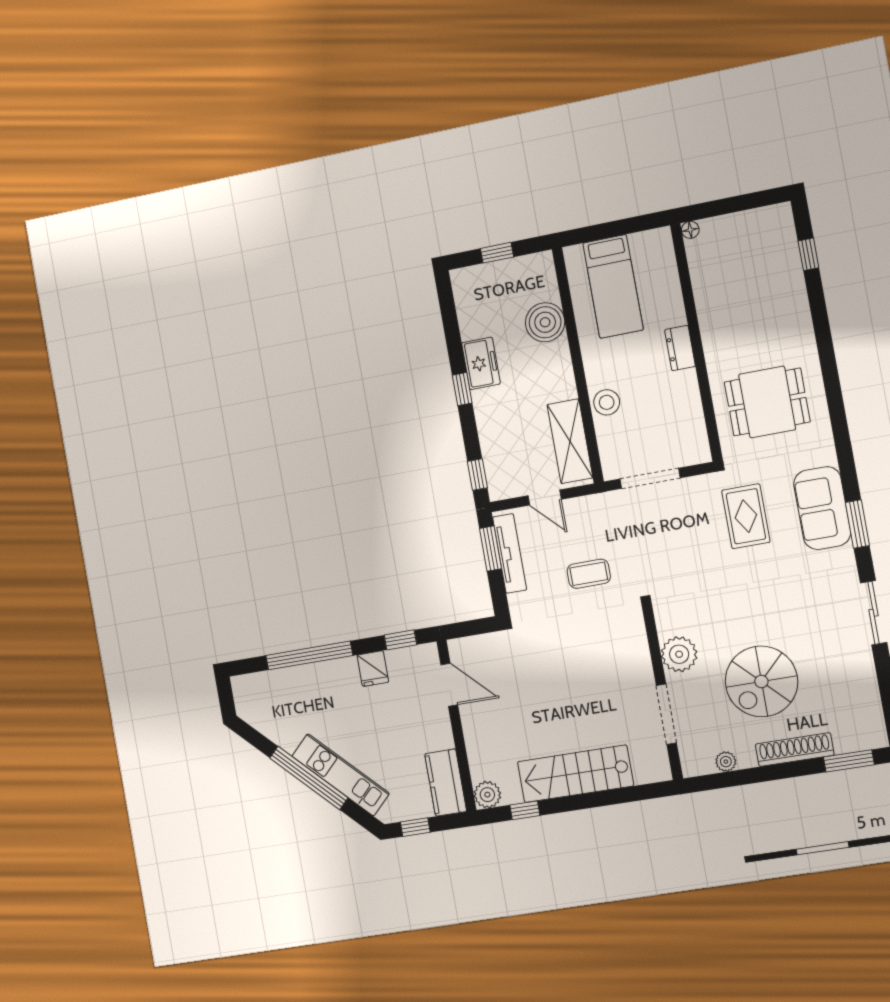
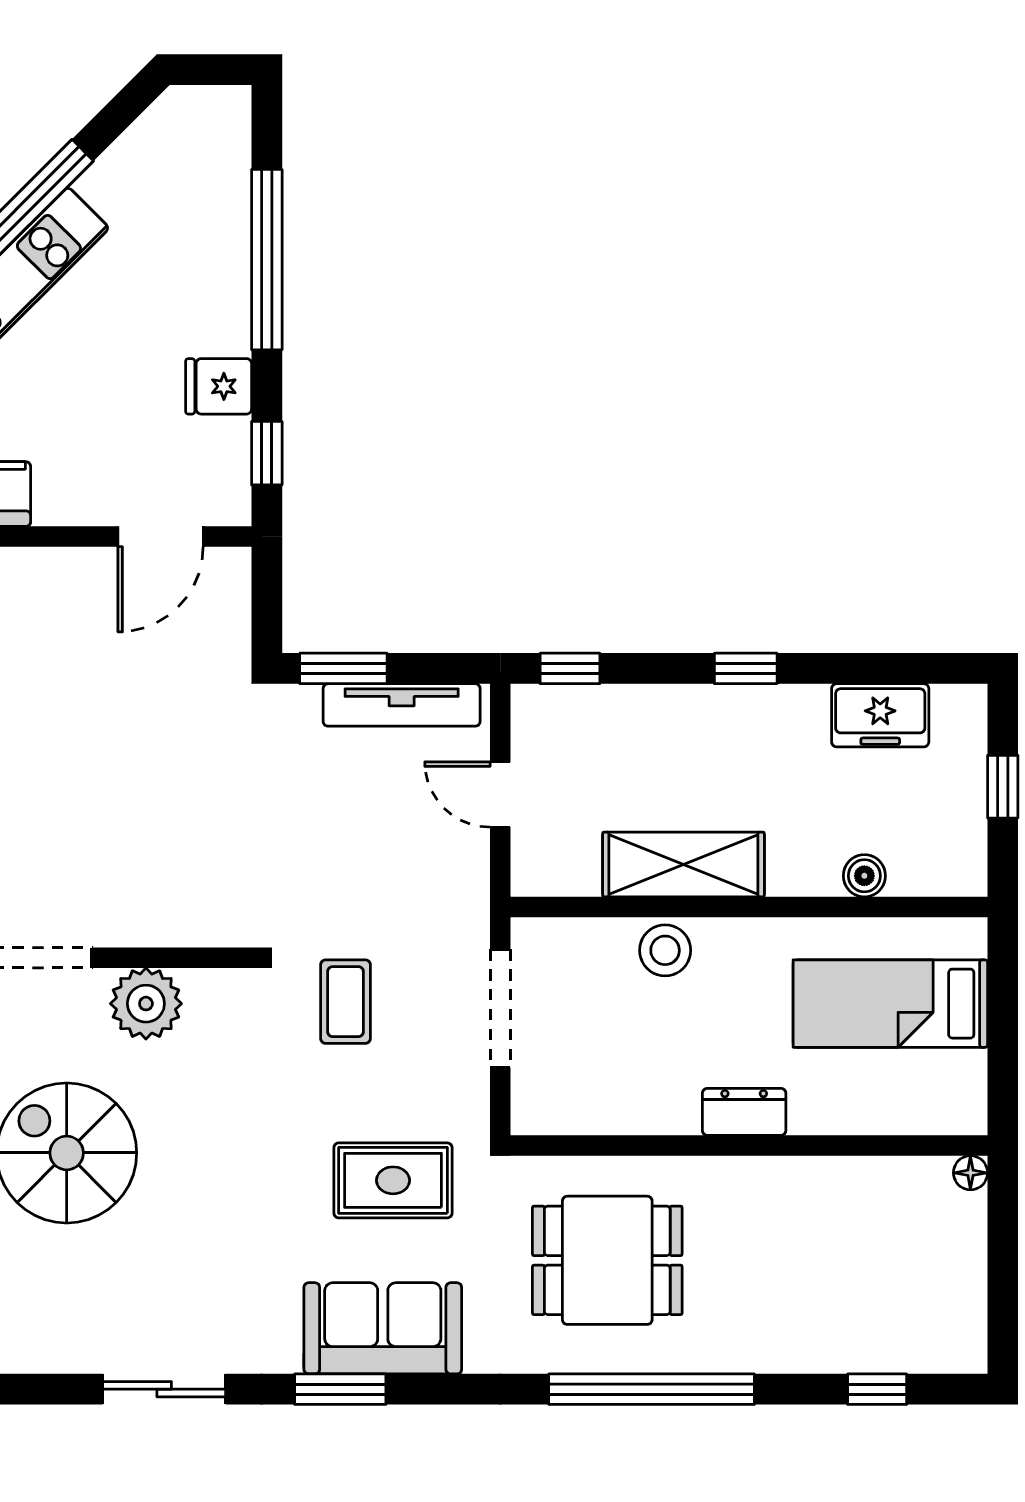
boiler: (545, 322) -> (864, 876), width x0.54, depth x0.54
freezer: (481, 363) -> (880, 715), moved
window: (829, 367) -> (652, 1389), added
dining table: (767, 402) -> (607, 1260), turned 90
shelving: (570, 441) -> (683, 864), moved
door: (545, 497) -> (500, 794), hinge flipped
window: (491, 549) -> (343, 668), moved
coffee table: (589, 574) -> (346, 1002), moved

